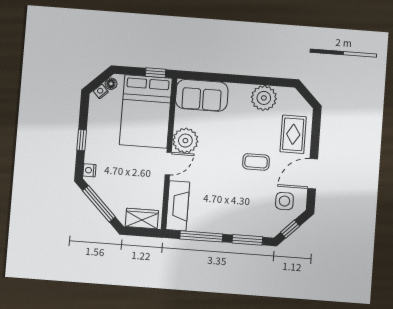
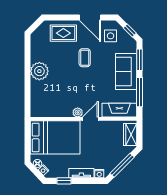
window: (156, 73) -> (27, 133), removed
sofa: (202, 95) -> (126, 72), moved, turned 180
plant: (264, 98) -> (39, 71), moved
window: (82, 140) -> (64, 181), moved
plant: (185, 141) -> (78, 112), width x0.53, depth x0.53
tv unit: (92, 145) -> (81, 173), added
door: (168, 163) -> (90, 119), hinge flipped

